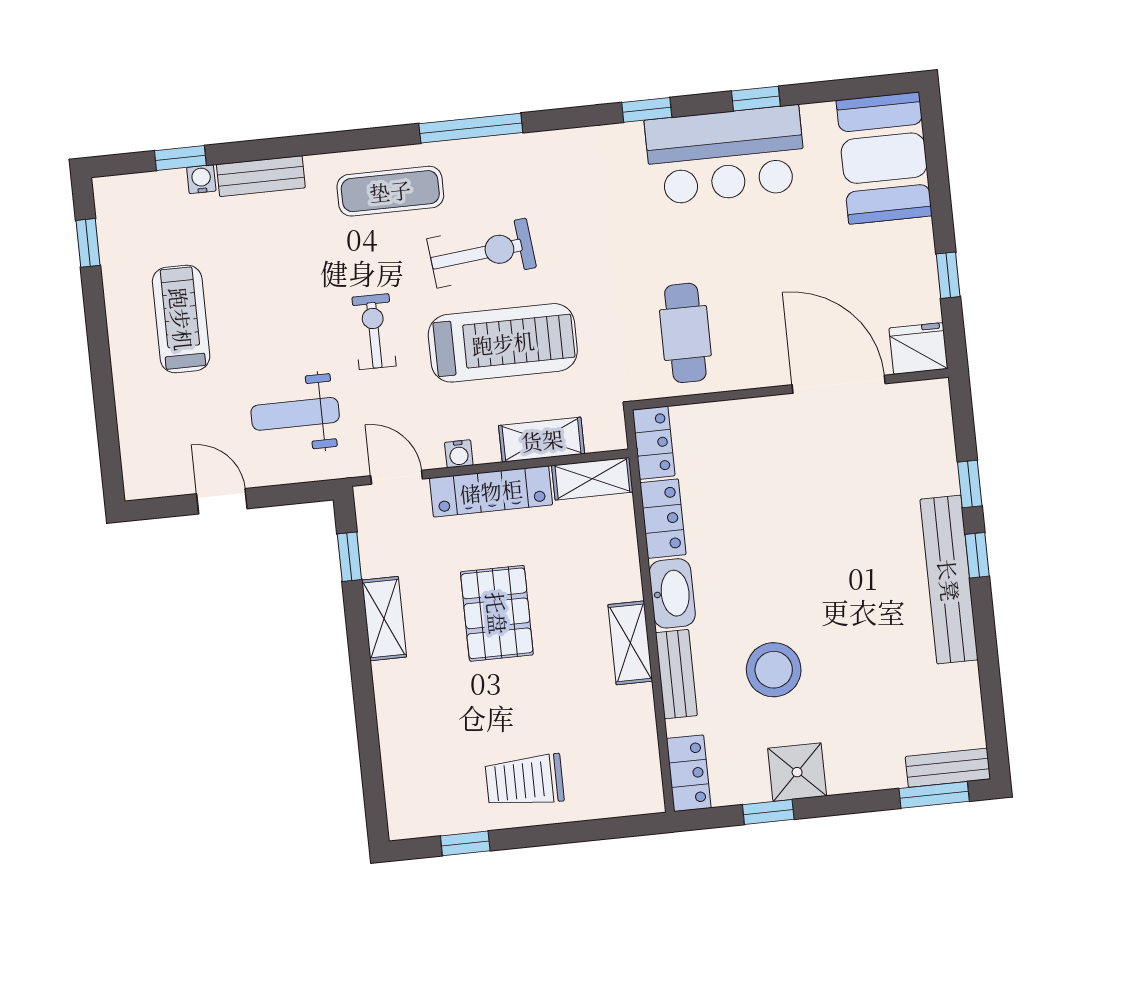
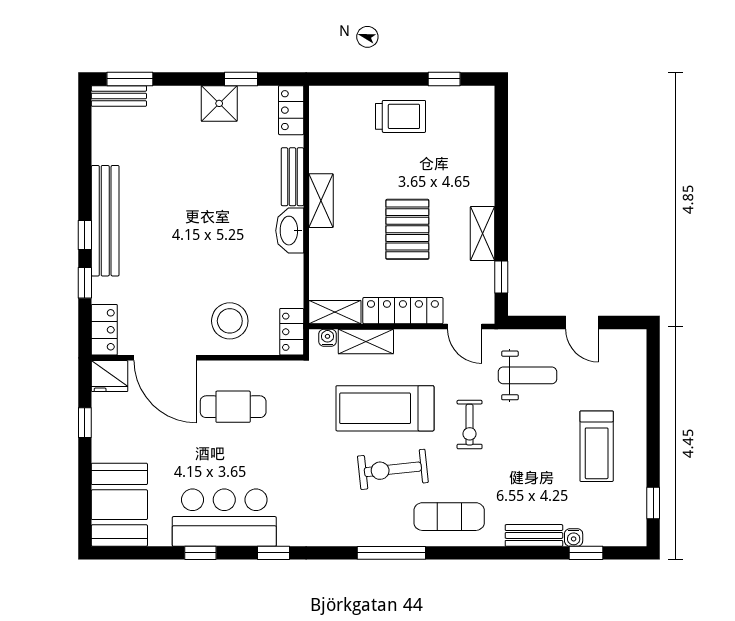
cafe table: (685, 333) -> (233, 407), moved, turned 90
water cooler: (459, 454) -> (328, 338), moved
locker: (663, 519) -> (104, 330), moved, turned 180
stool: (774, 670) -> (230, 321), moved

